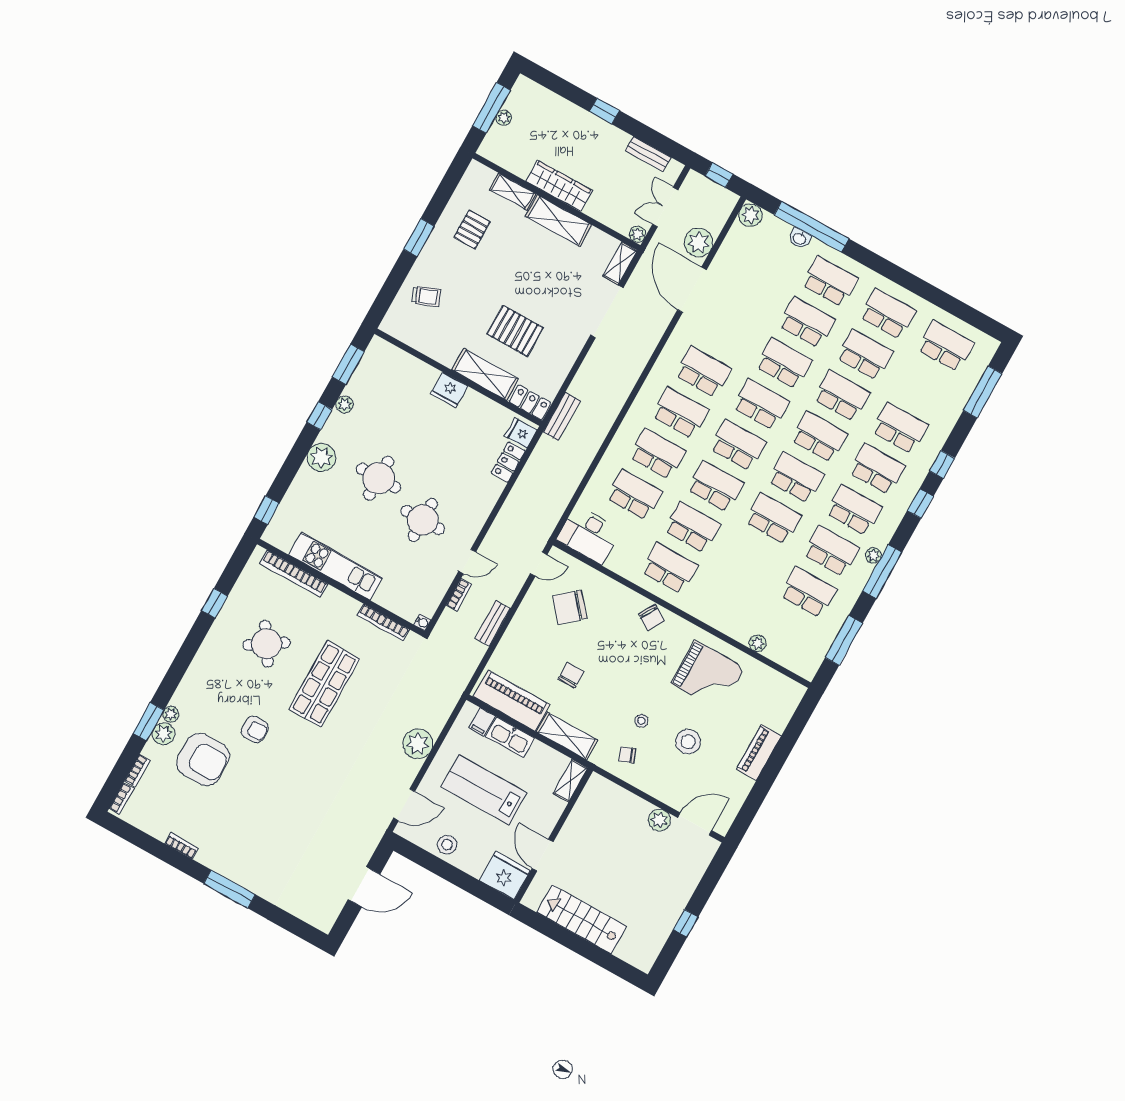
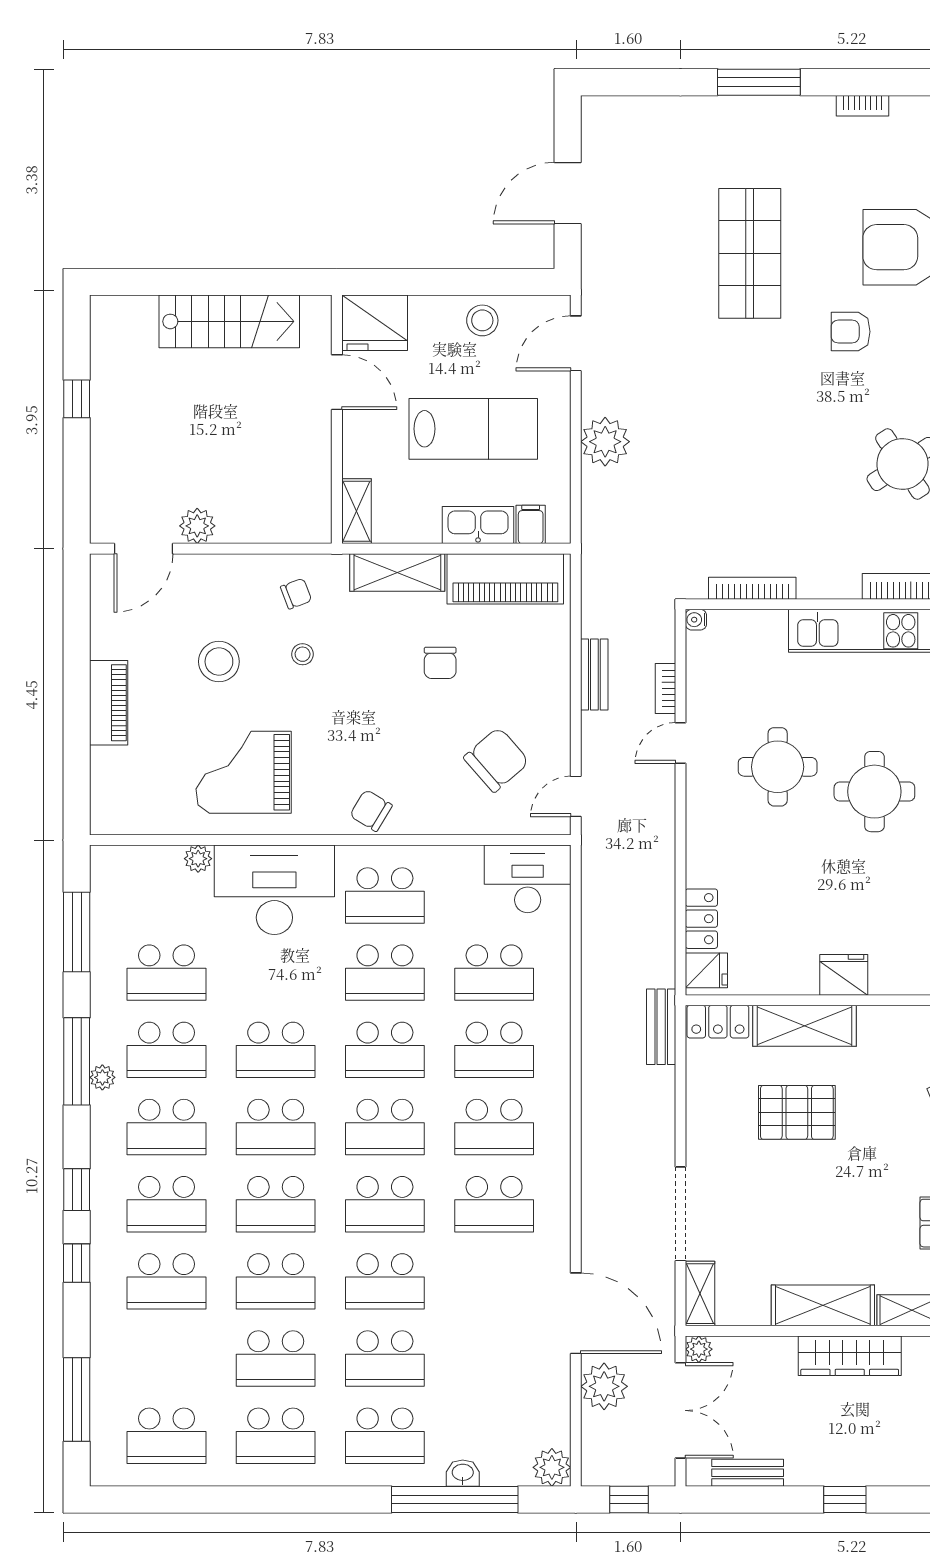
double door: (665, 207) -> (681, 1410), width x1.37
desk: (726, 604) -> (274, 890), added
shop shelf: (324, 684) -> (750, 253), moved

